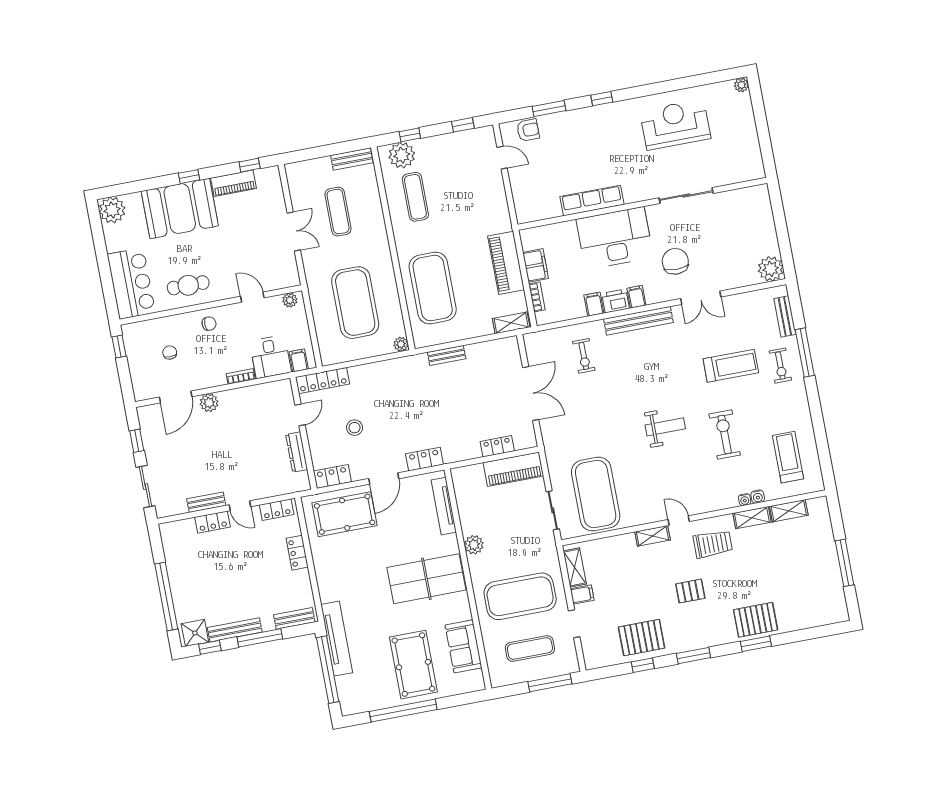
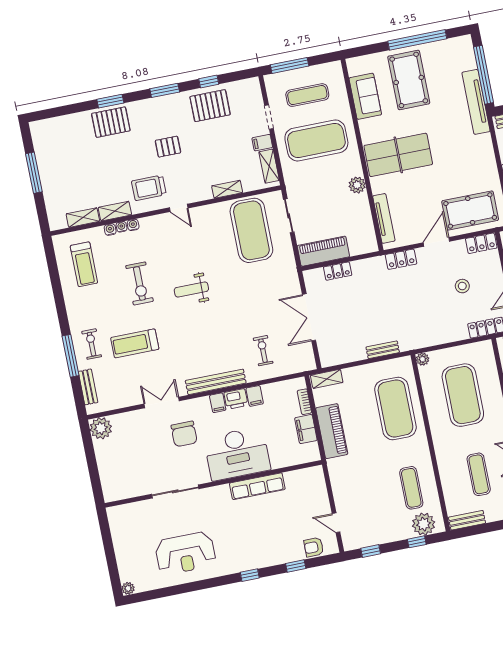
window: (549, 109) -> (296, 566), width x0.67
water cooler: (731, 502) -> (133, 225), added
shelving: (653, 536) -> (227, 189), moved

